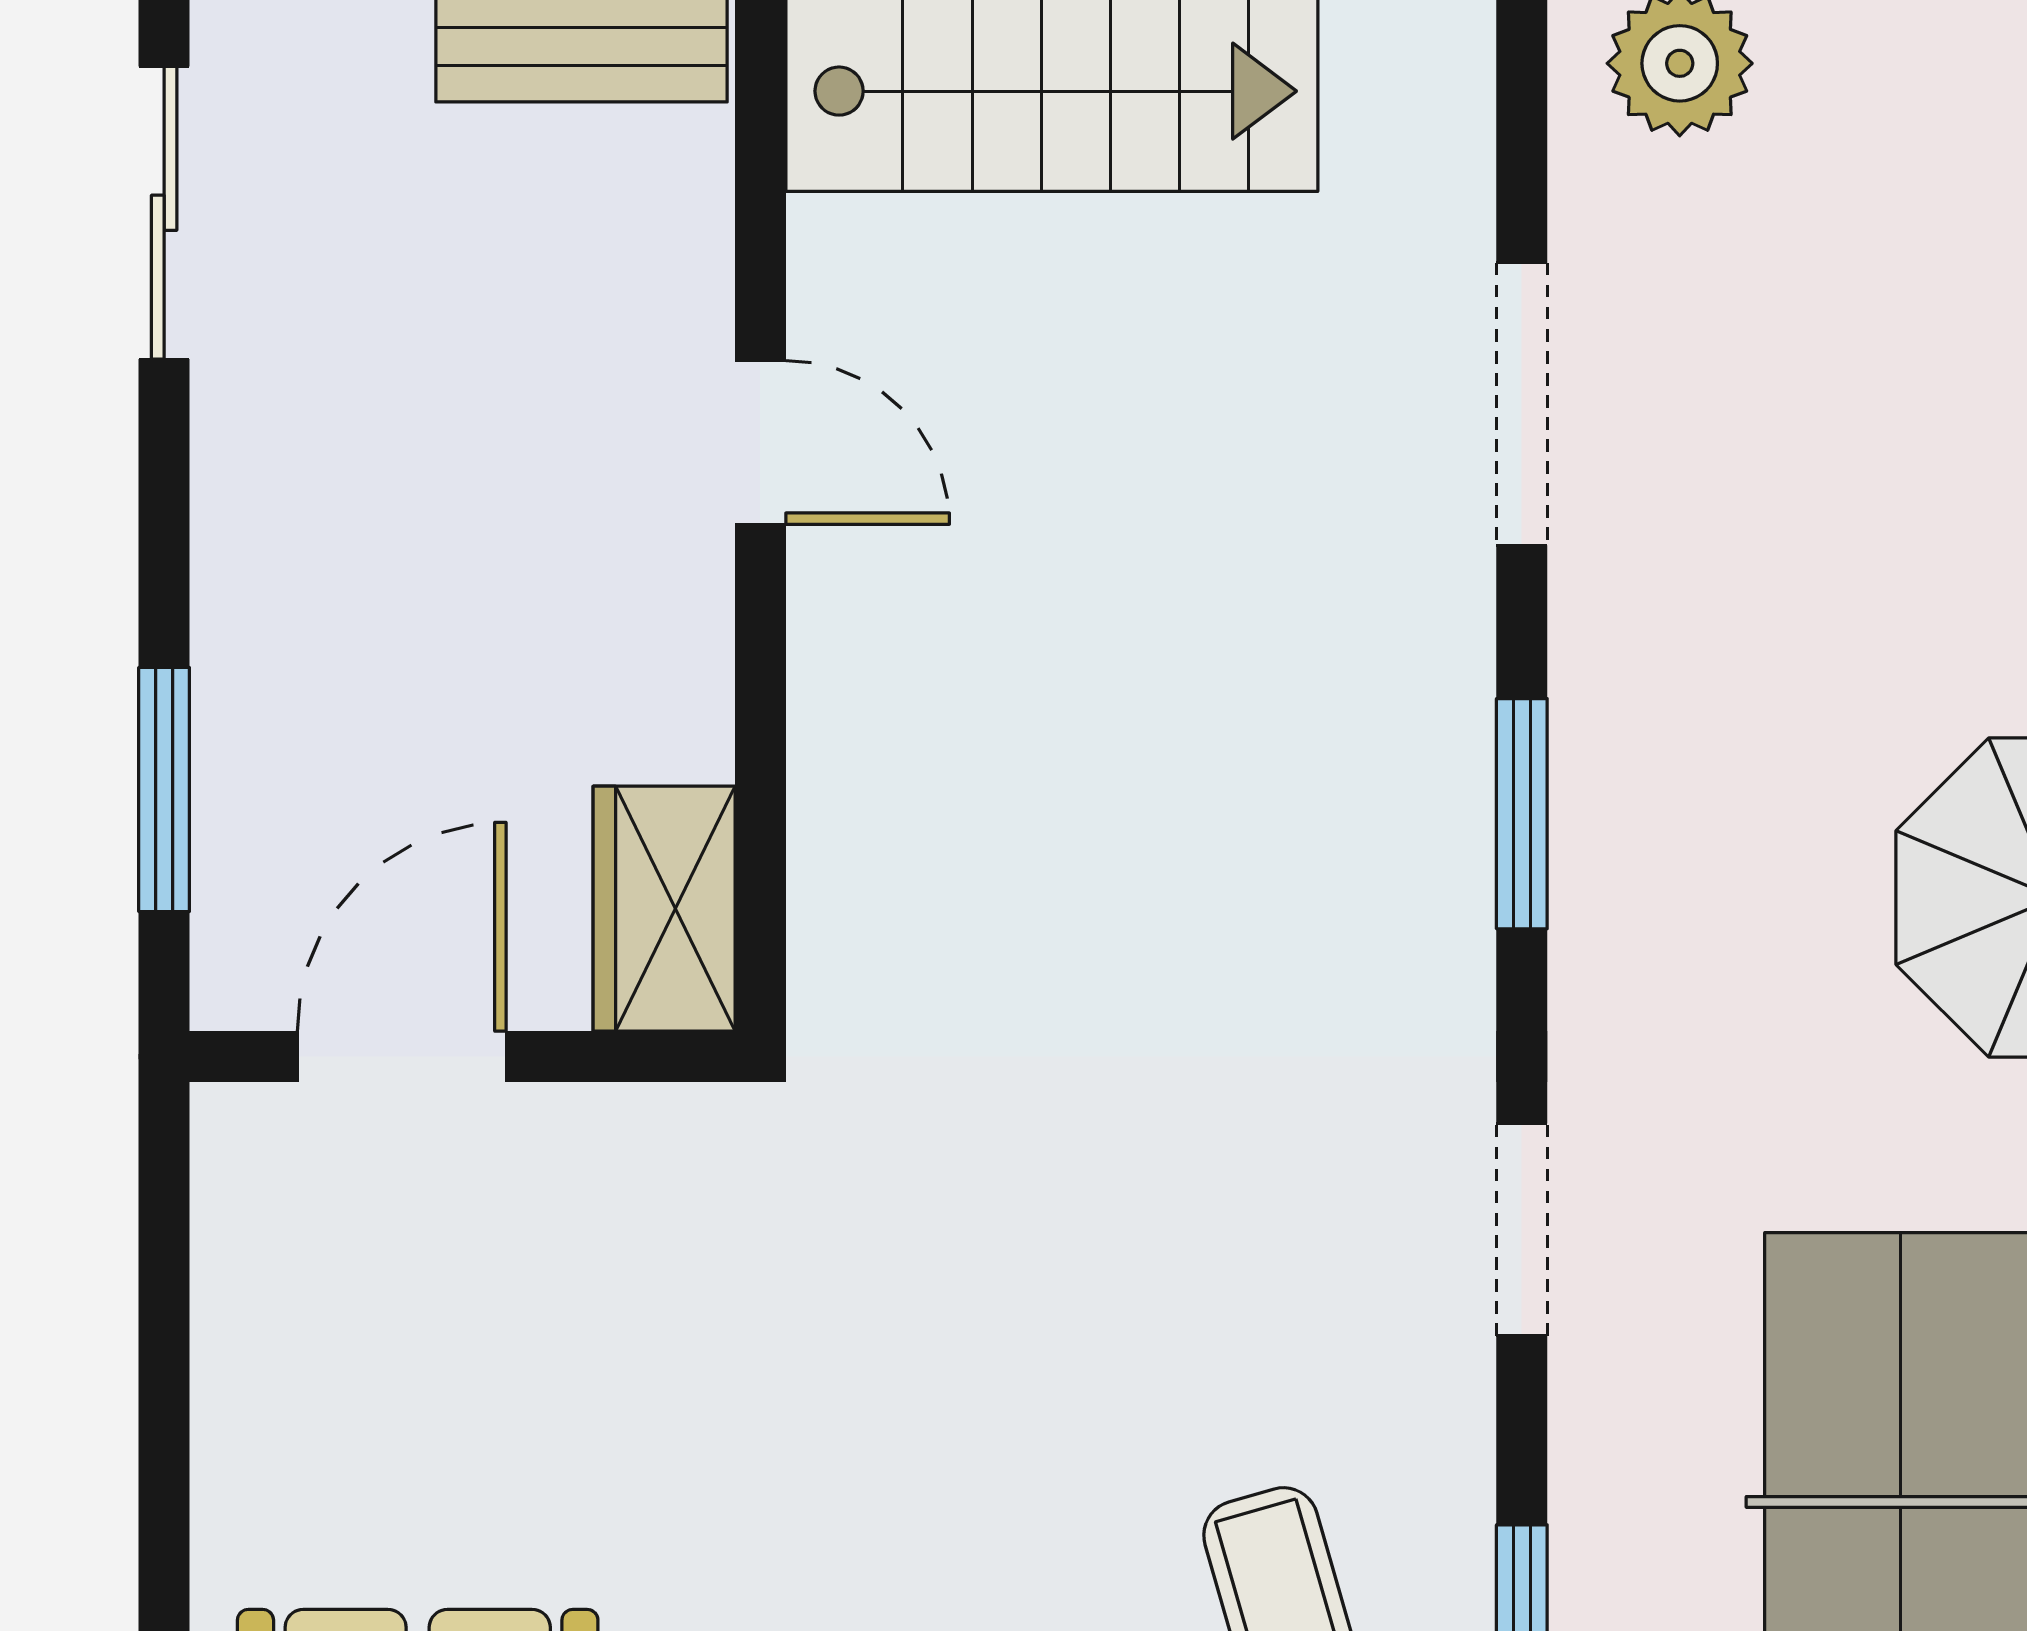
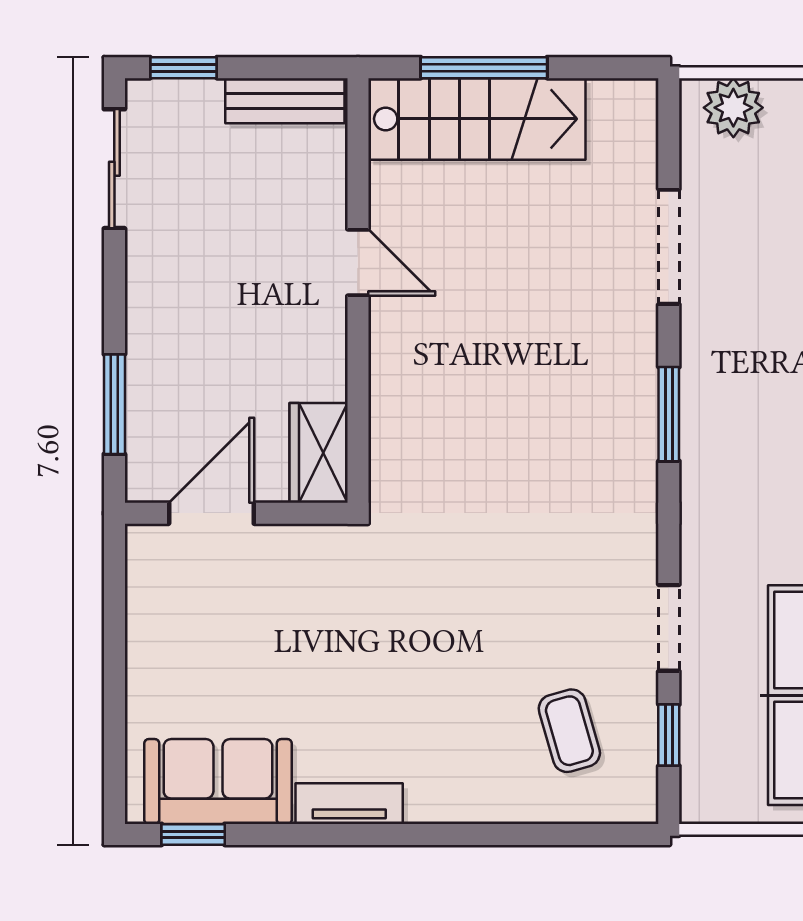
doorway: (1522, 1230) -> (669, 628), moved

